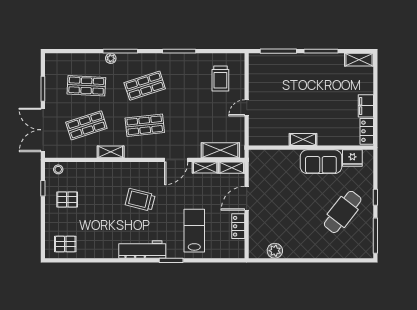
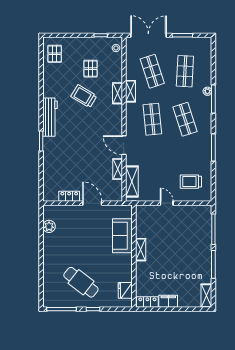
sofa: (321, 162) -> (122, 236), moved
shelving: (232, 168) -> (118, 93), moved
pallet: (67, 200) -> (91, 69), moved
trolley: (140, 200) -> (84, 96), moved, turned -73
lab bench: (194, 231) -> (66, 160), removed

